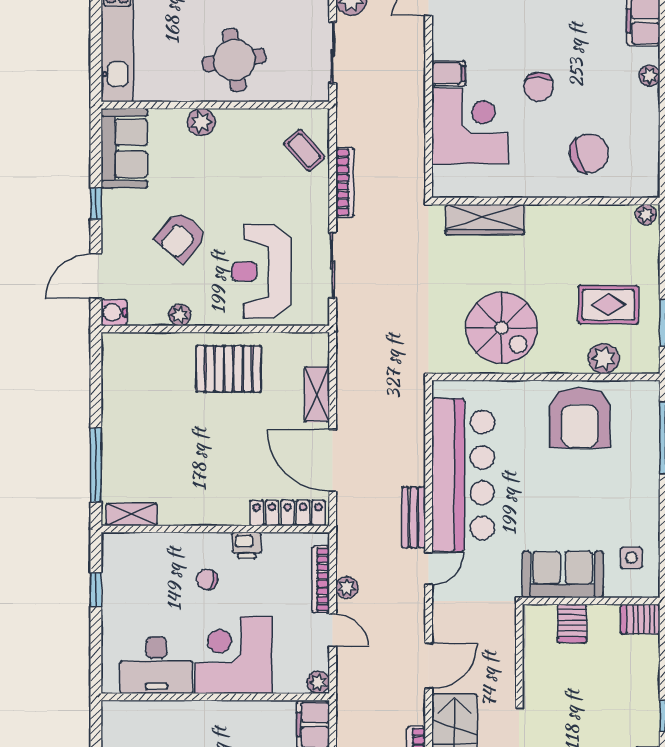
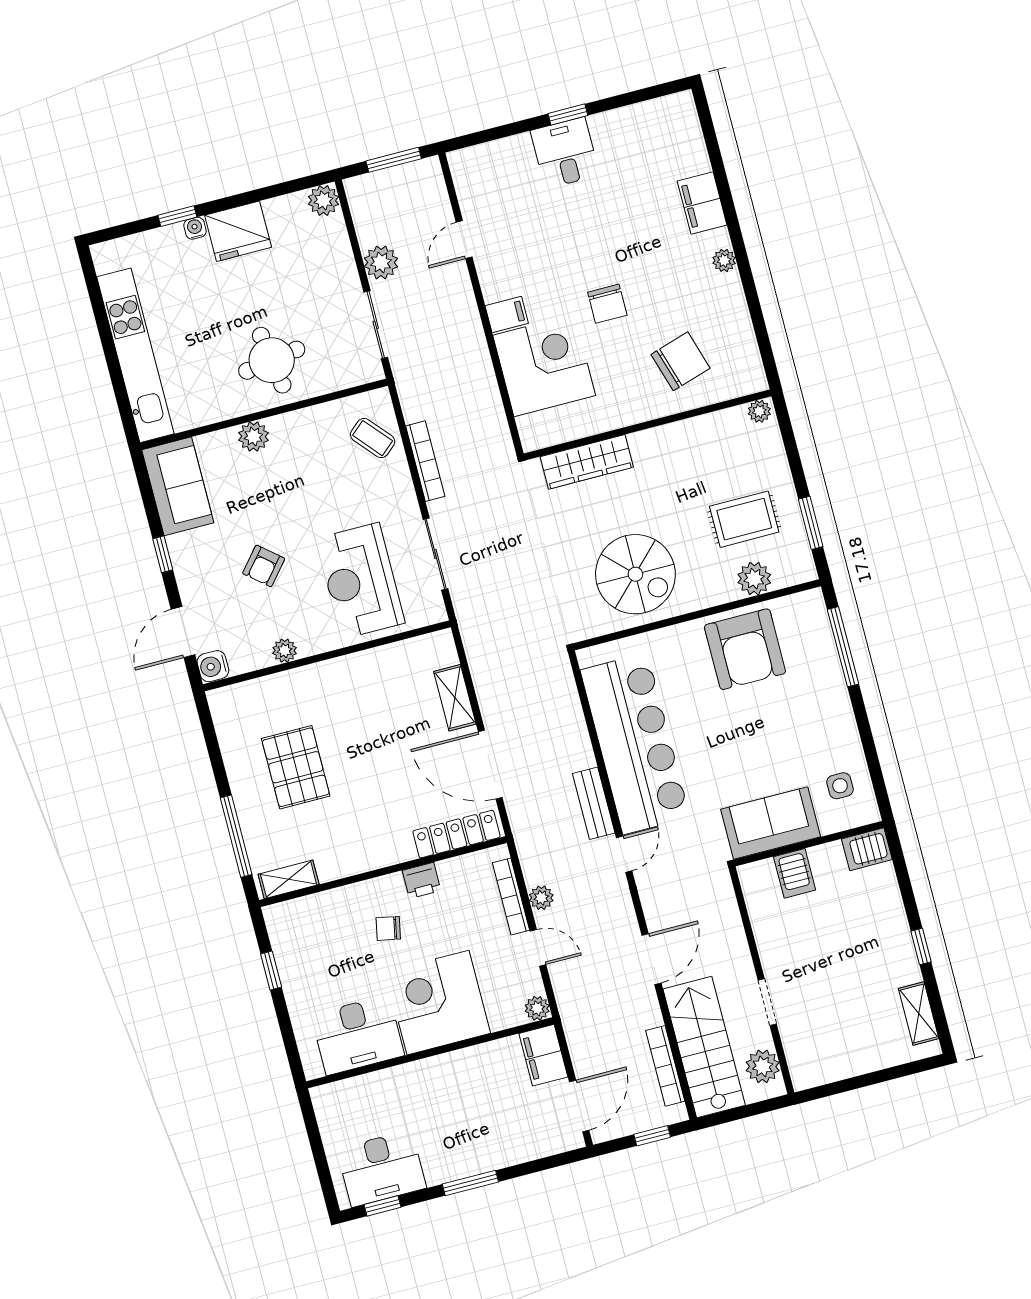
armchair: (181, 237) -> (264, 566), width x0.72, depth x0.72
pallet: (229, 369) -> (296, 767), moved, turned 90

